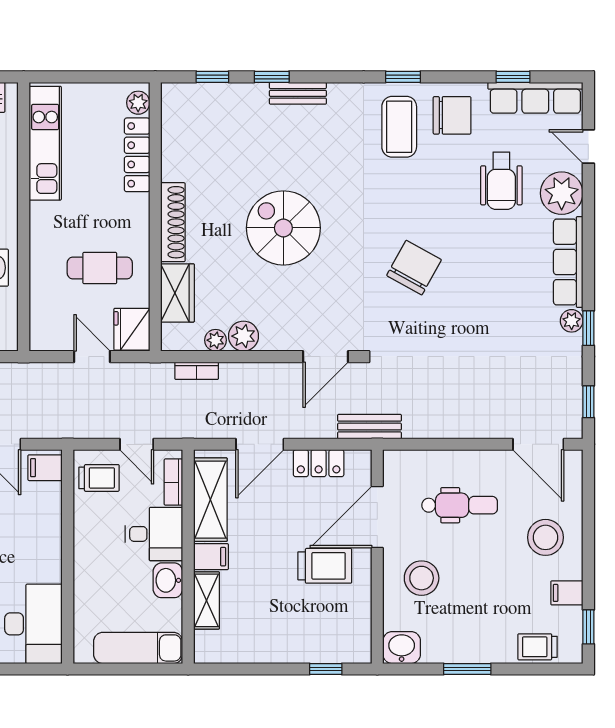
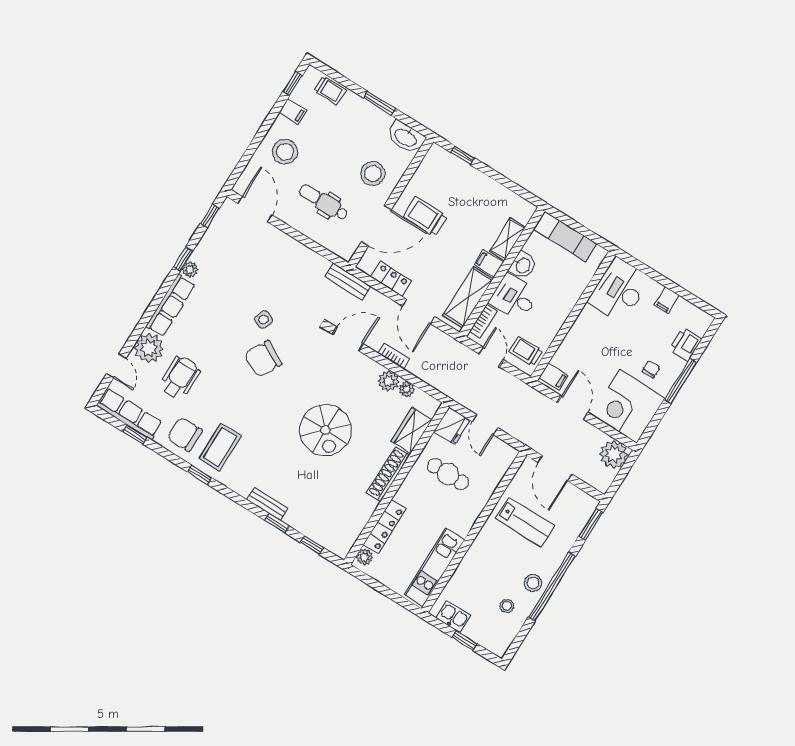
side table: (443, 316) -> (264, 320), added
bookcase: (197, 371) -> (394, 356), moved
door: (260, 444) -> (419, 312), swing flipped
washbasin: (402, 648) -> (406, 137), width x1.38

